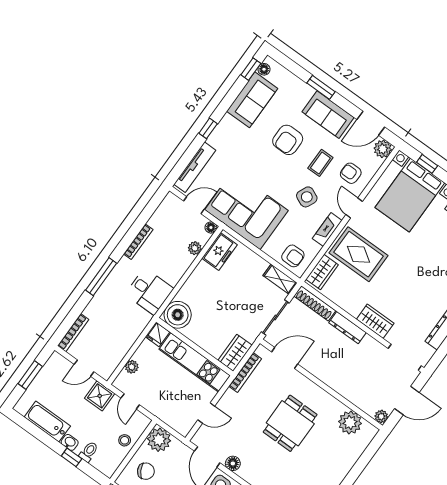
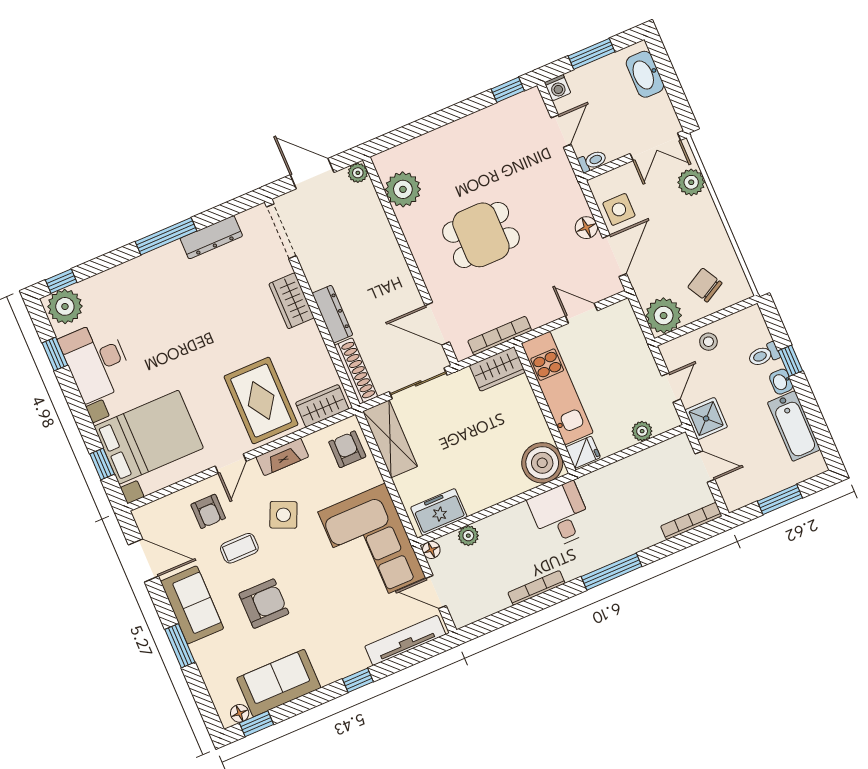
plant: (383, 149) -> (148, 518), removed
shelving: (280, 279) -> (390, 439), width x1.50, depth x1.33

